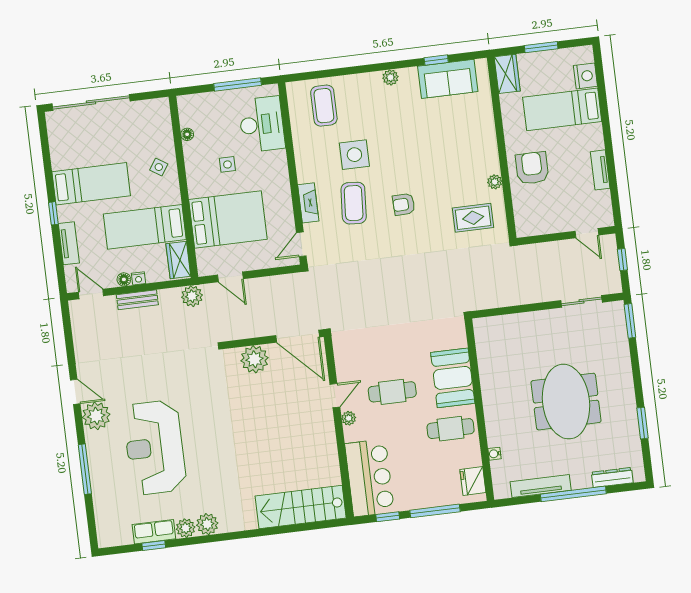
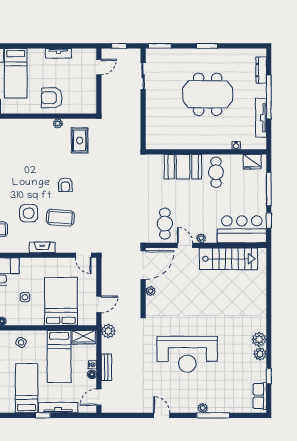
fireplace: (308, 203) -> (42, 247), moved
tv unit: (69, 243) -> (58, 408), width x1.41
plant: (254, 359) -> (151, 291), width x0.53, depth x0.53
door: (75, 392) -> (162, 415), hinge flipped
cafe table: (392, 392) -> (165, 224), moved
plant: (96, 416) -> (203, 408), moved, width x0.53, depth x0.53
window: (642, 423) -> (207, 46), moved
reception desk: (155, 447) -> (187, 354), moved
stairs: (301, 507) -> (229, 259), moved, turned -90
row of seats: (154, 532) -> (260, 396), moved

